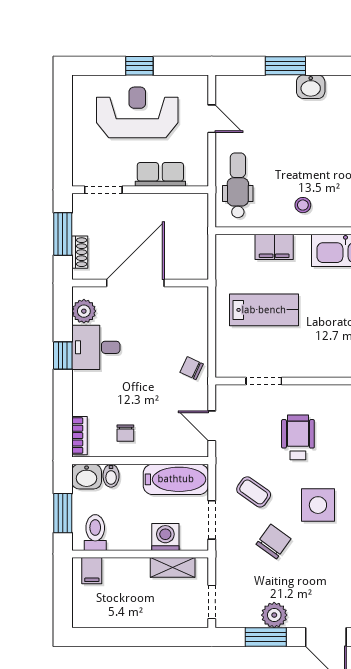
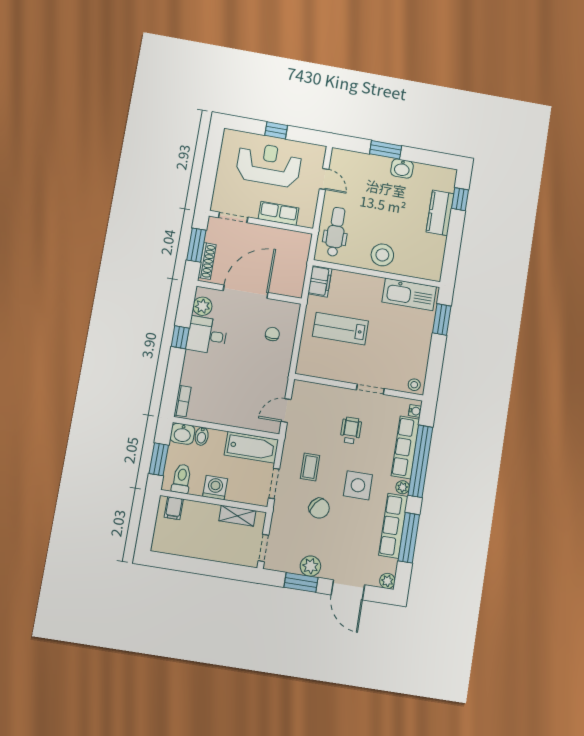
stool: (303, 205) -> (382, 255), width x1.89, depth x1.89
filing cabinet: (274, 247) -> (320, 281), moved, turned -90
shoe rack: (80, 252) -> (207, 261), width x1.43
lab bench: (264, 310) -> (340, 329), turned 180
chair: (192, 368) -> (272, 334), moved, turned 65
doorway: (264, 381) -> (370, 389), moved
door: (212, 426) -> (286, 411), hinge flipped
chair: (125, 433) -> (218, 405), removed
wheelchair: (298, 437) -> (351, 430), width x0.73, depth x0.73
coffee table: (254, 492) -> (310, 467), turned 55
washing machine: (165, 537) -> (215, 488), moved
chair: (274, 542) -> (319, 508), turned 90

